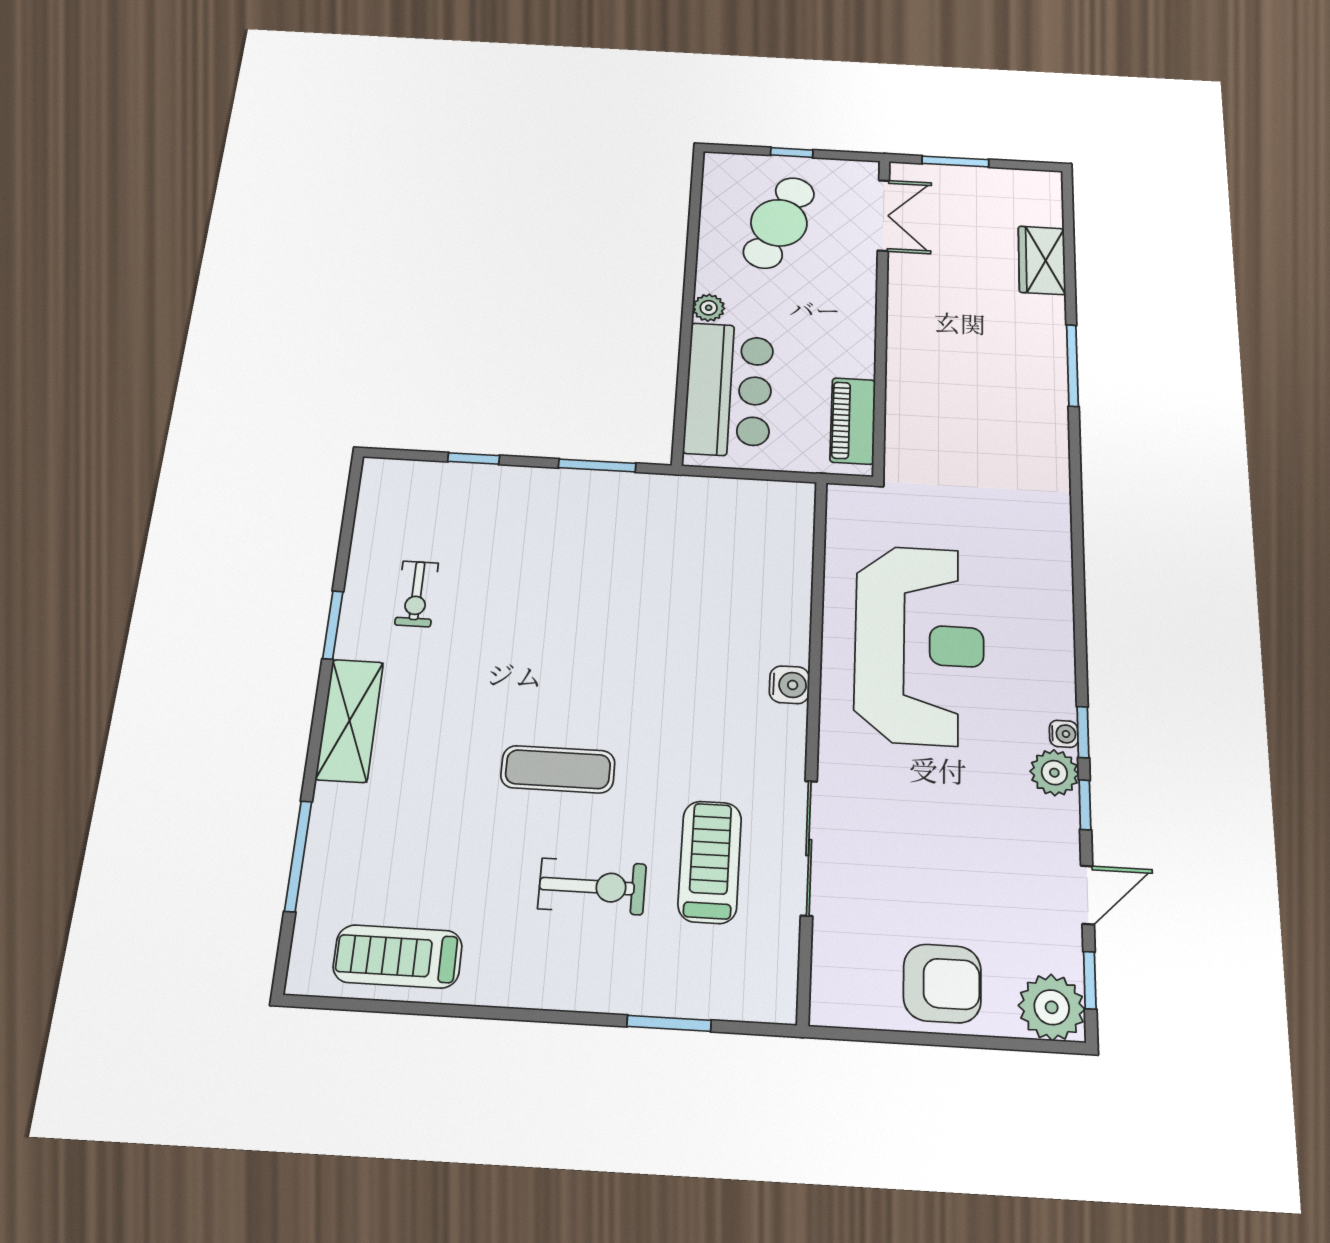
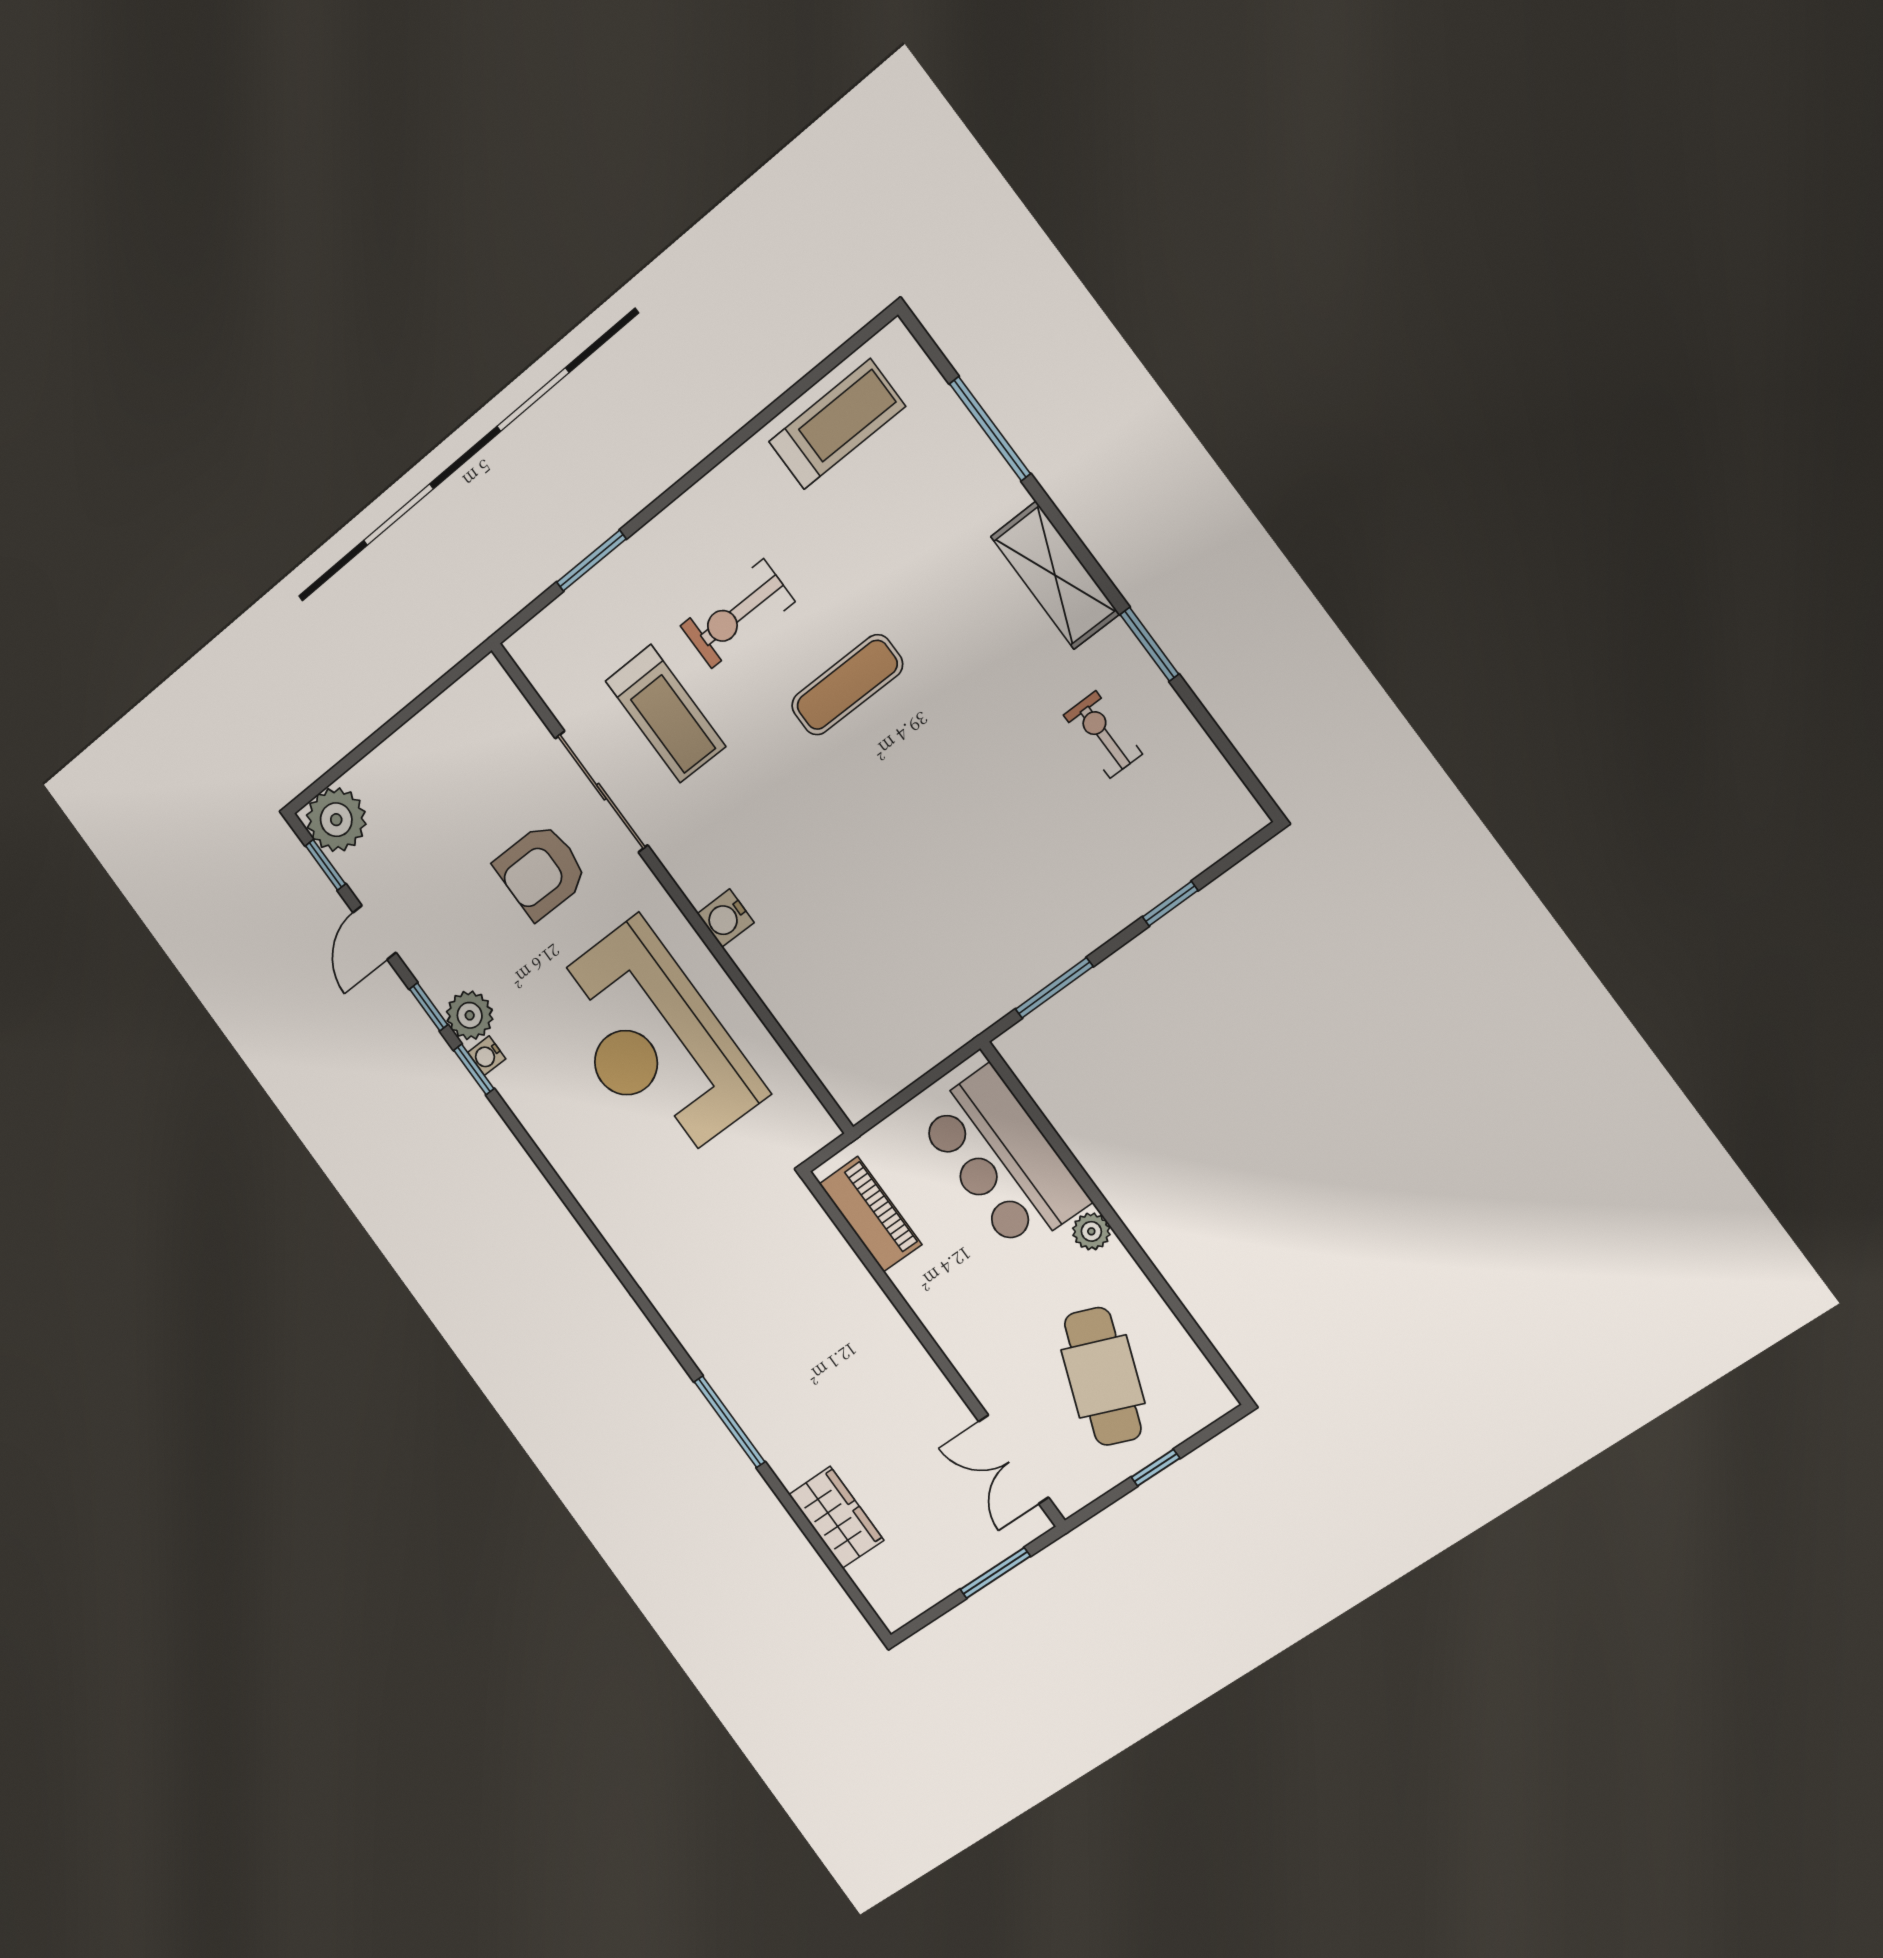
armchair: (942, 983) -> (541, 871), moved

